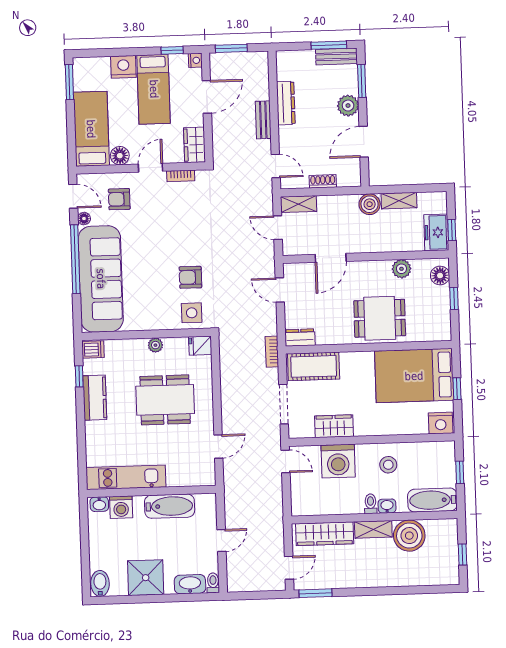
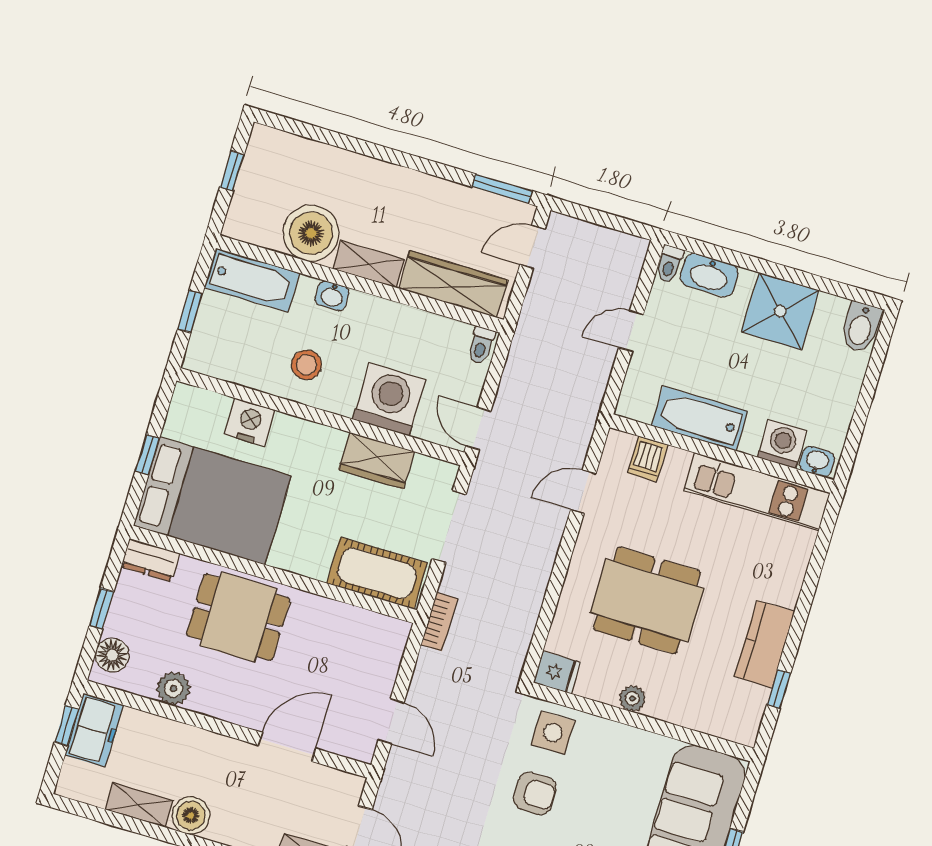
dresser: (300, 337) -> (150, 560), moved
dishwasher: (93, 350) -> (647, 459), moved, turned -90
nightstand: (441, 423) -> (250, 422), moved
toilet: (371, 504) -> (481, 345), moved

